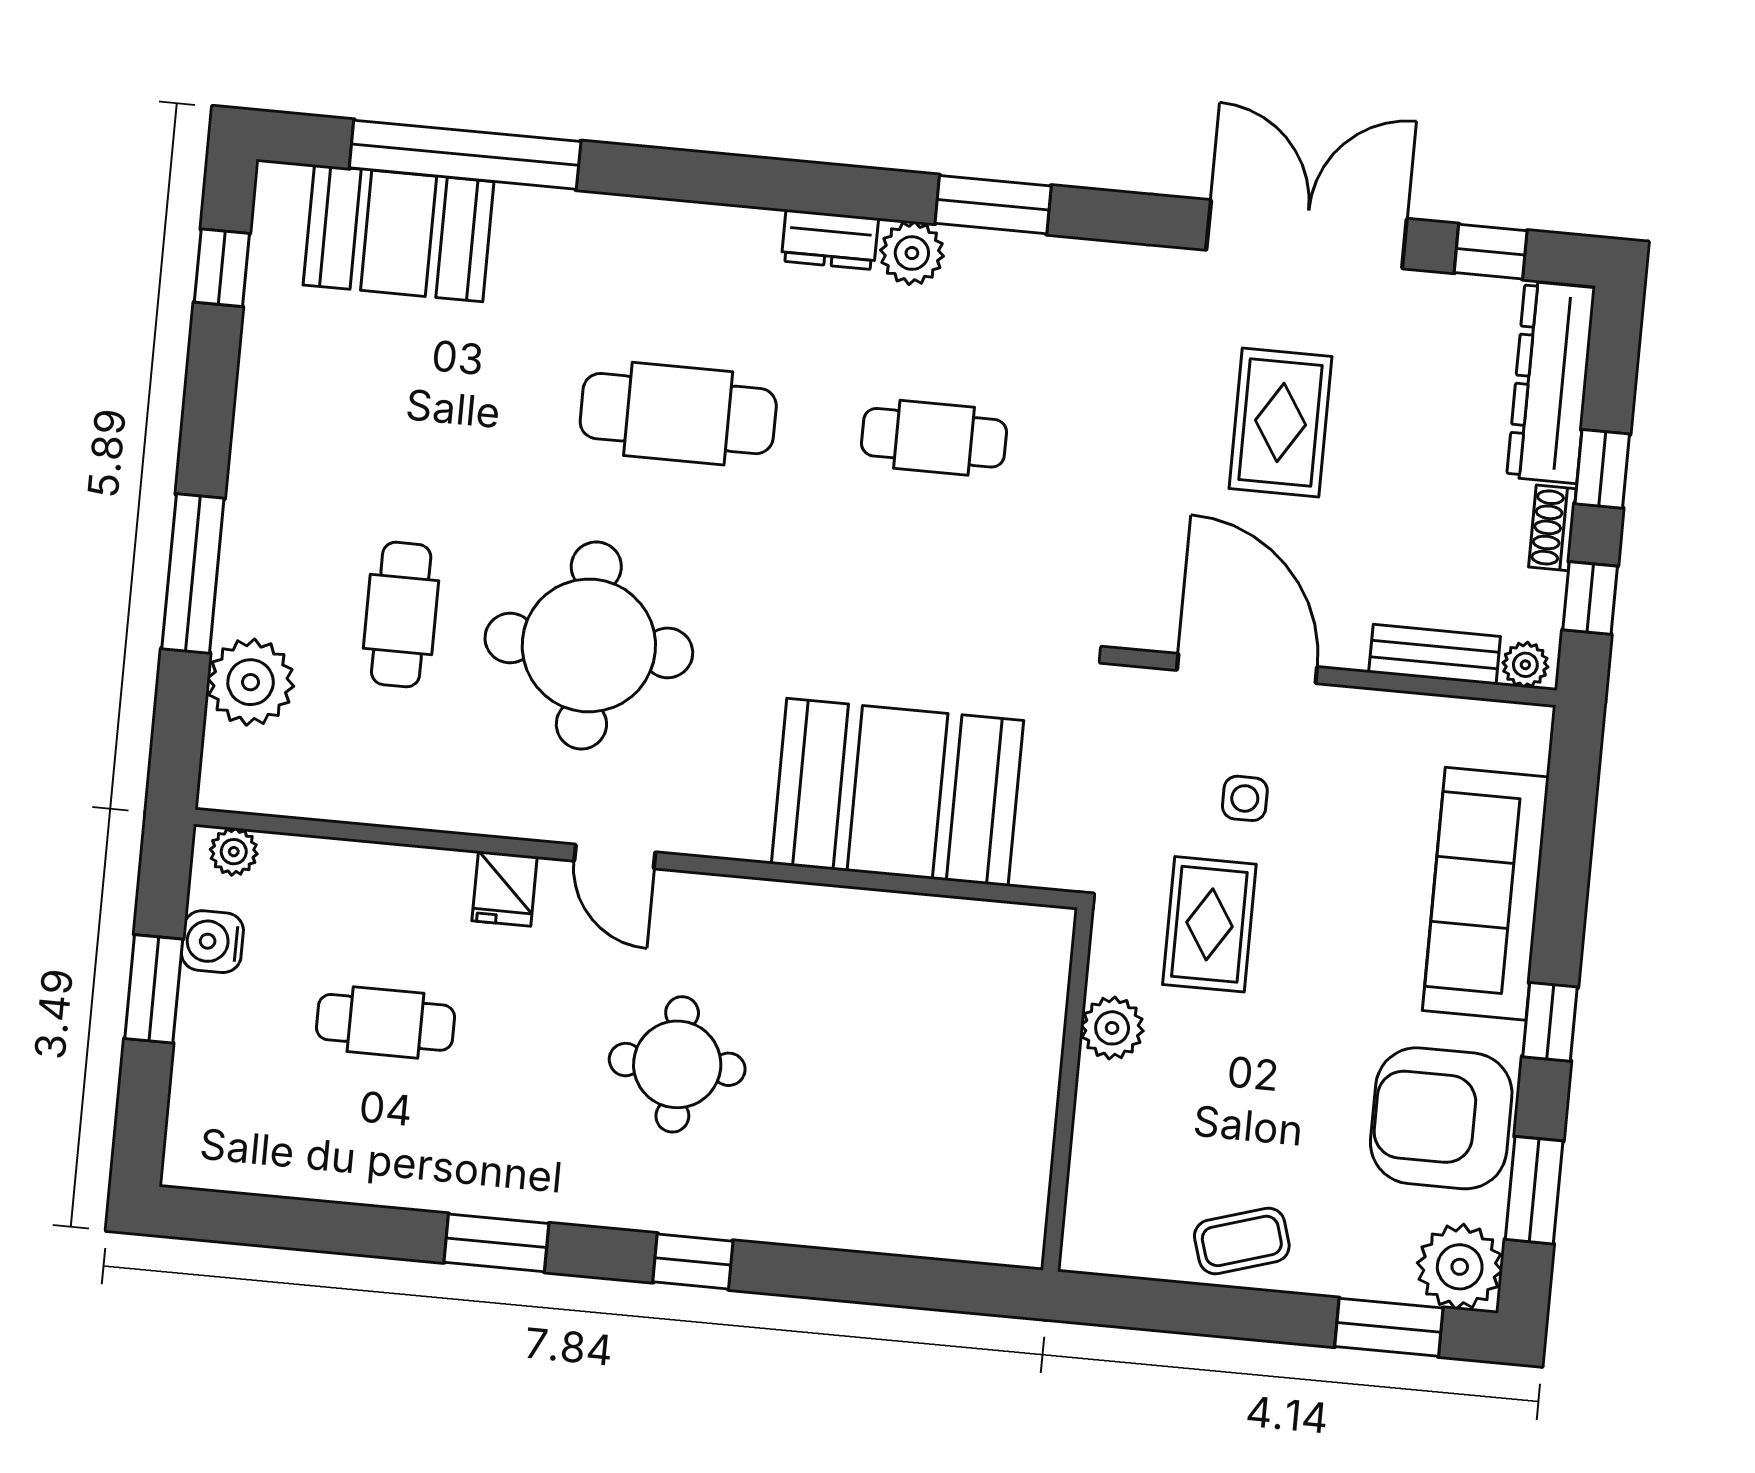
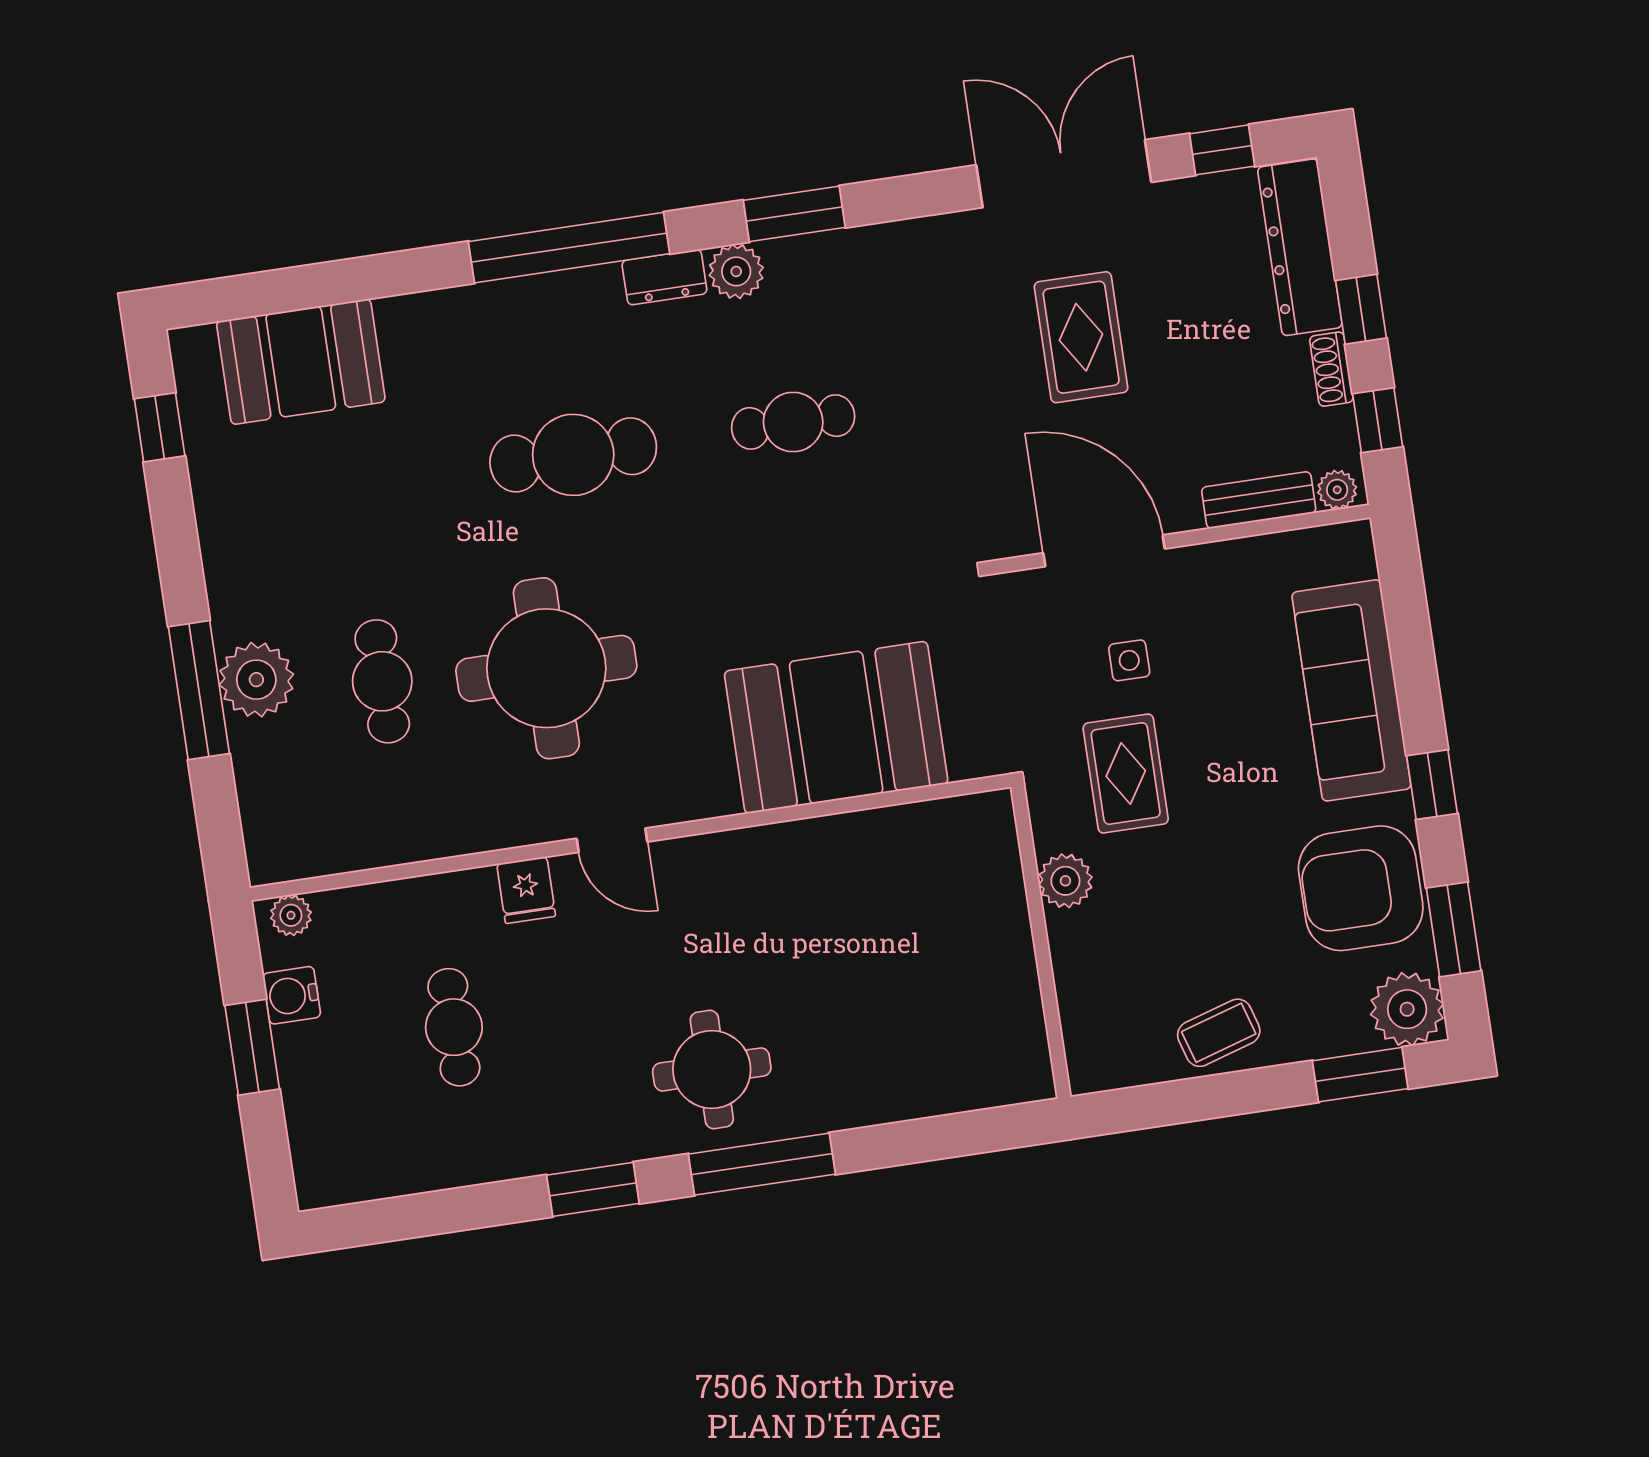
window: (465, 155) -> (569, 248), moved
plant: (251, 682) -> (256, 680), moved
cafe table: (386, 1022) -> (454, 1027), turned 90
round table: (677, 1064) -> (712, 1069), moved
window: (693, 1261) -> (762, 1164), width x2.17

